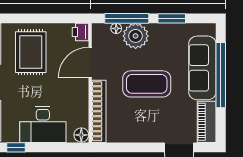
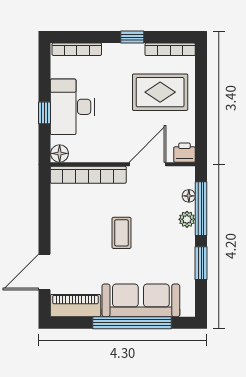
plant: (136, 36) -> (187, 219), width x0.53, depth x0.53
door: (90, 62) -> (148, 164), hinge flipped
coffee table: (147, 84) -> (122, 233), width x0.54, depth x0.58
window: (16, 147) -> (44, 113), moved

